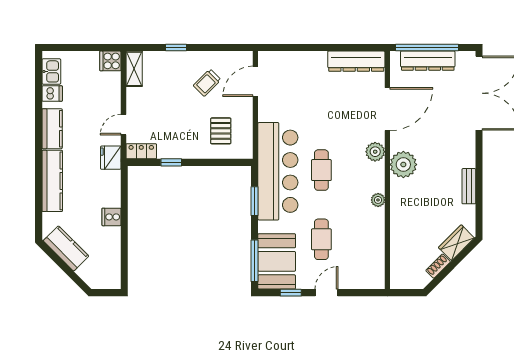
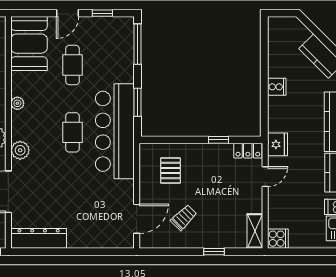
booth: (277, 261) -> (29, 44), moved

